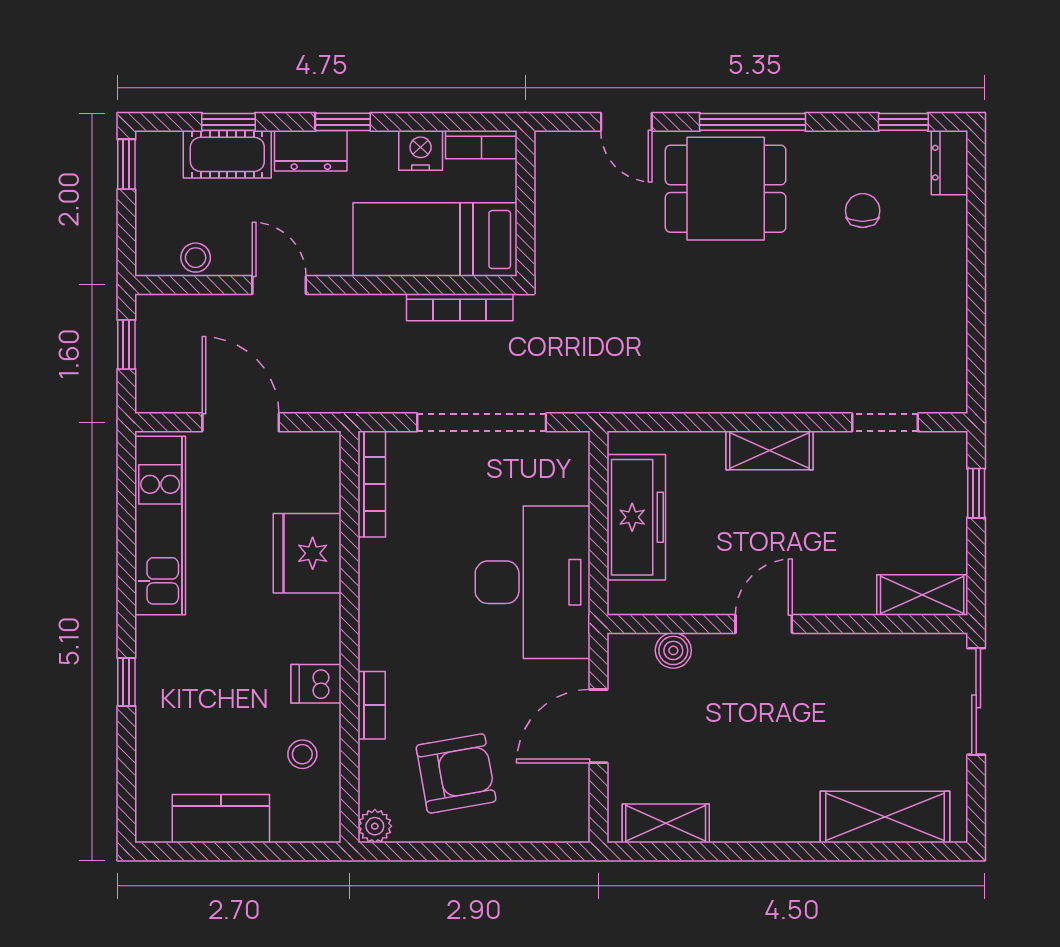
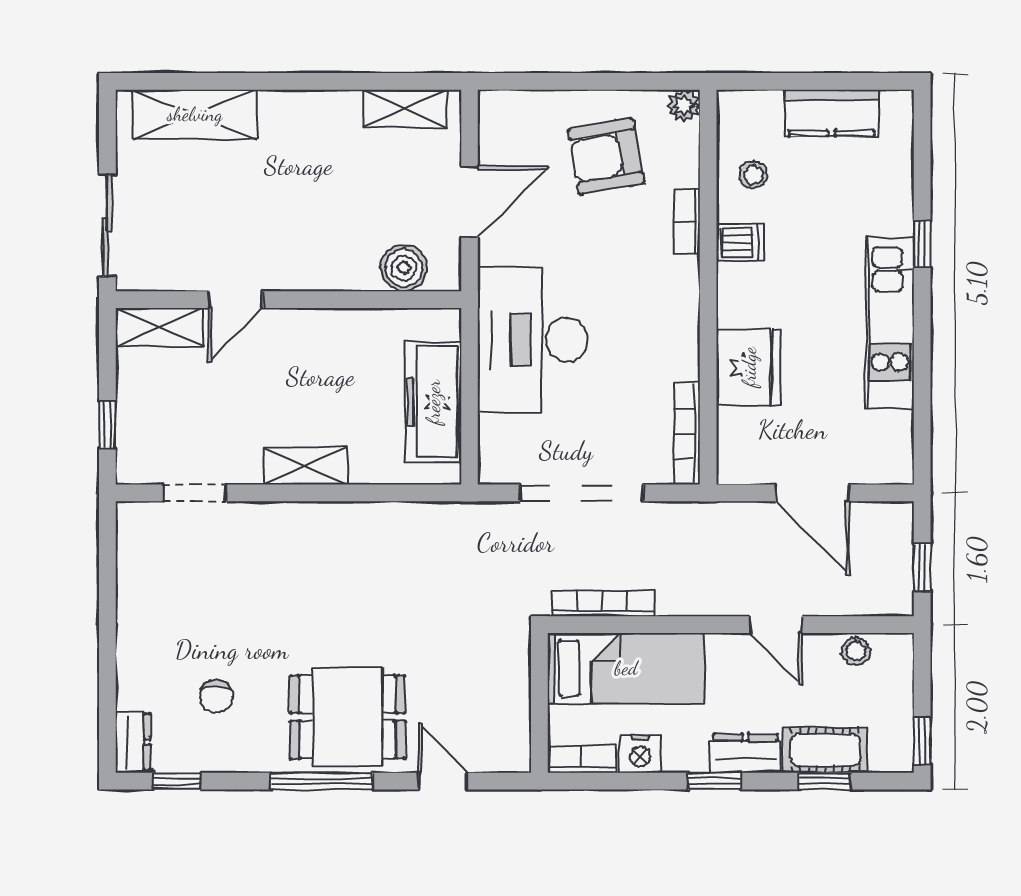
kitchen unit: (160, 525) -> (890, 323), moved
door: (764, 624) -> (235, 300), moved
boiler: (673, 650) -> (404, 268), width x1.36, depth x1.36

